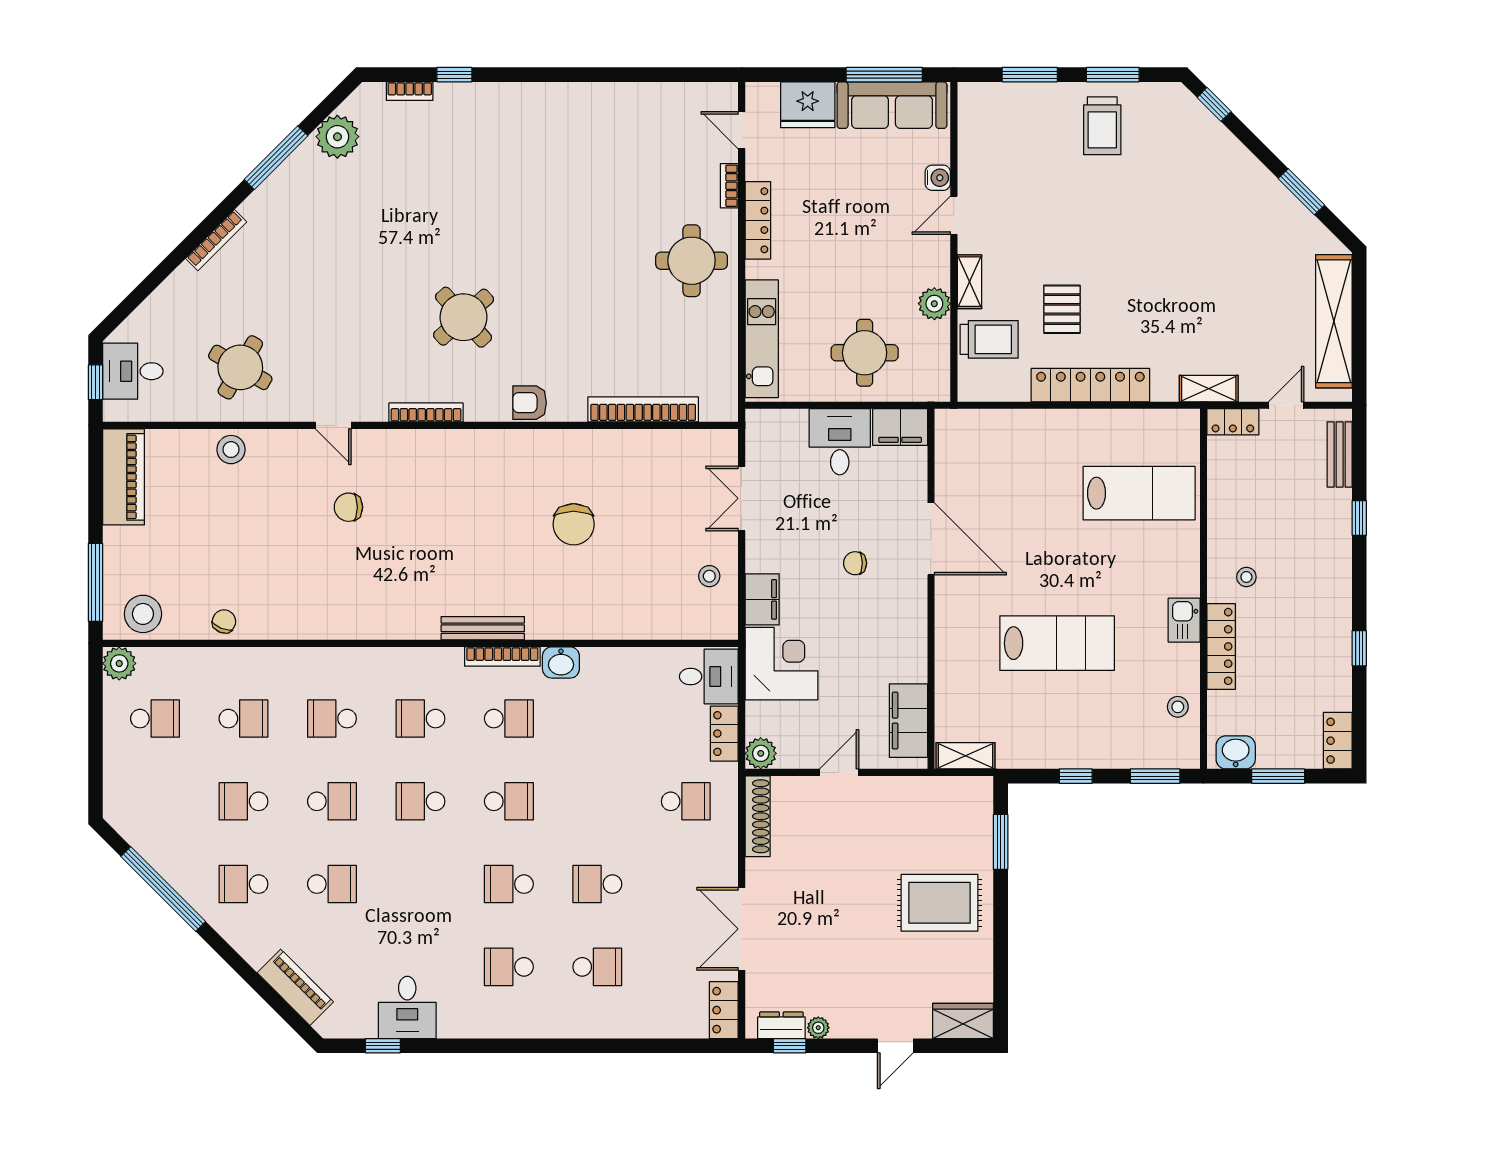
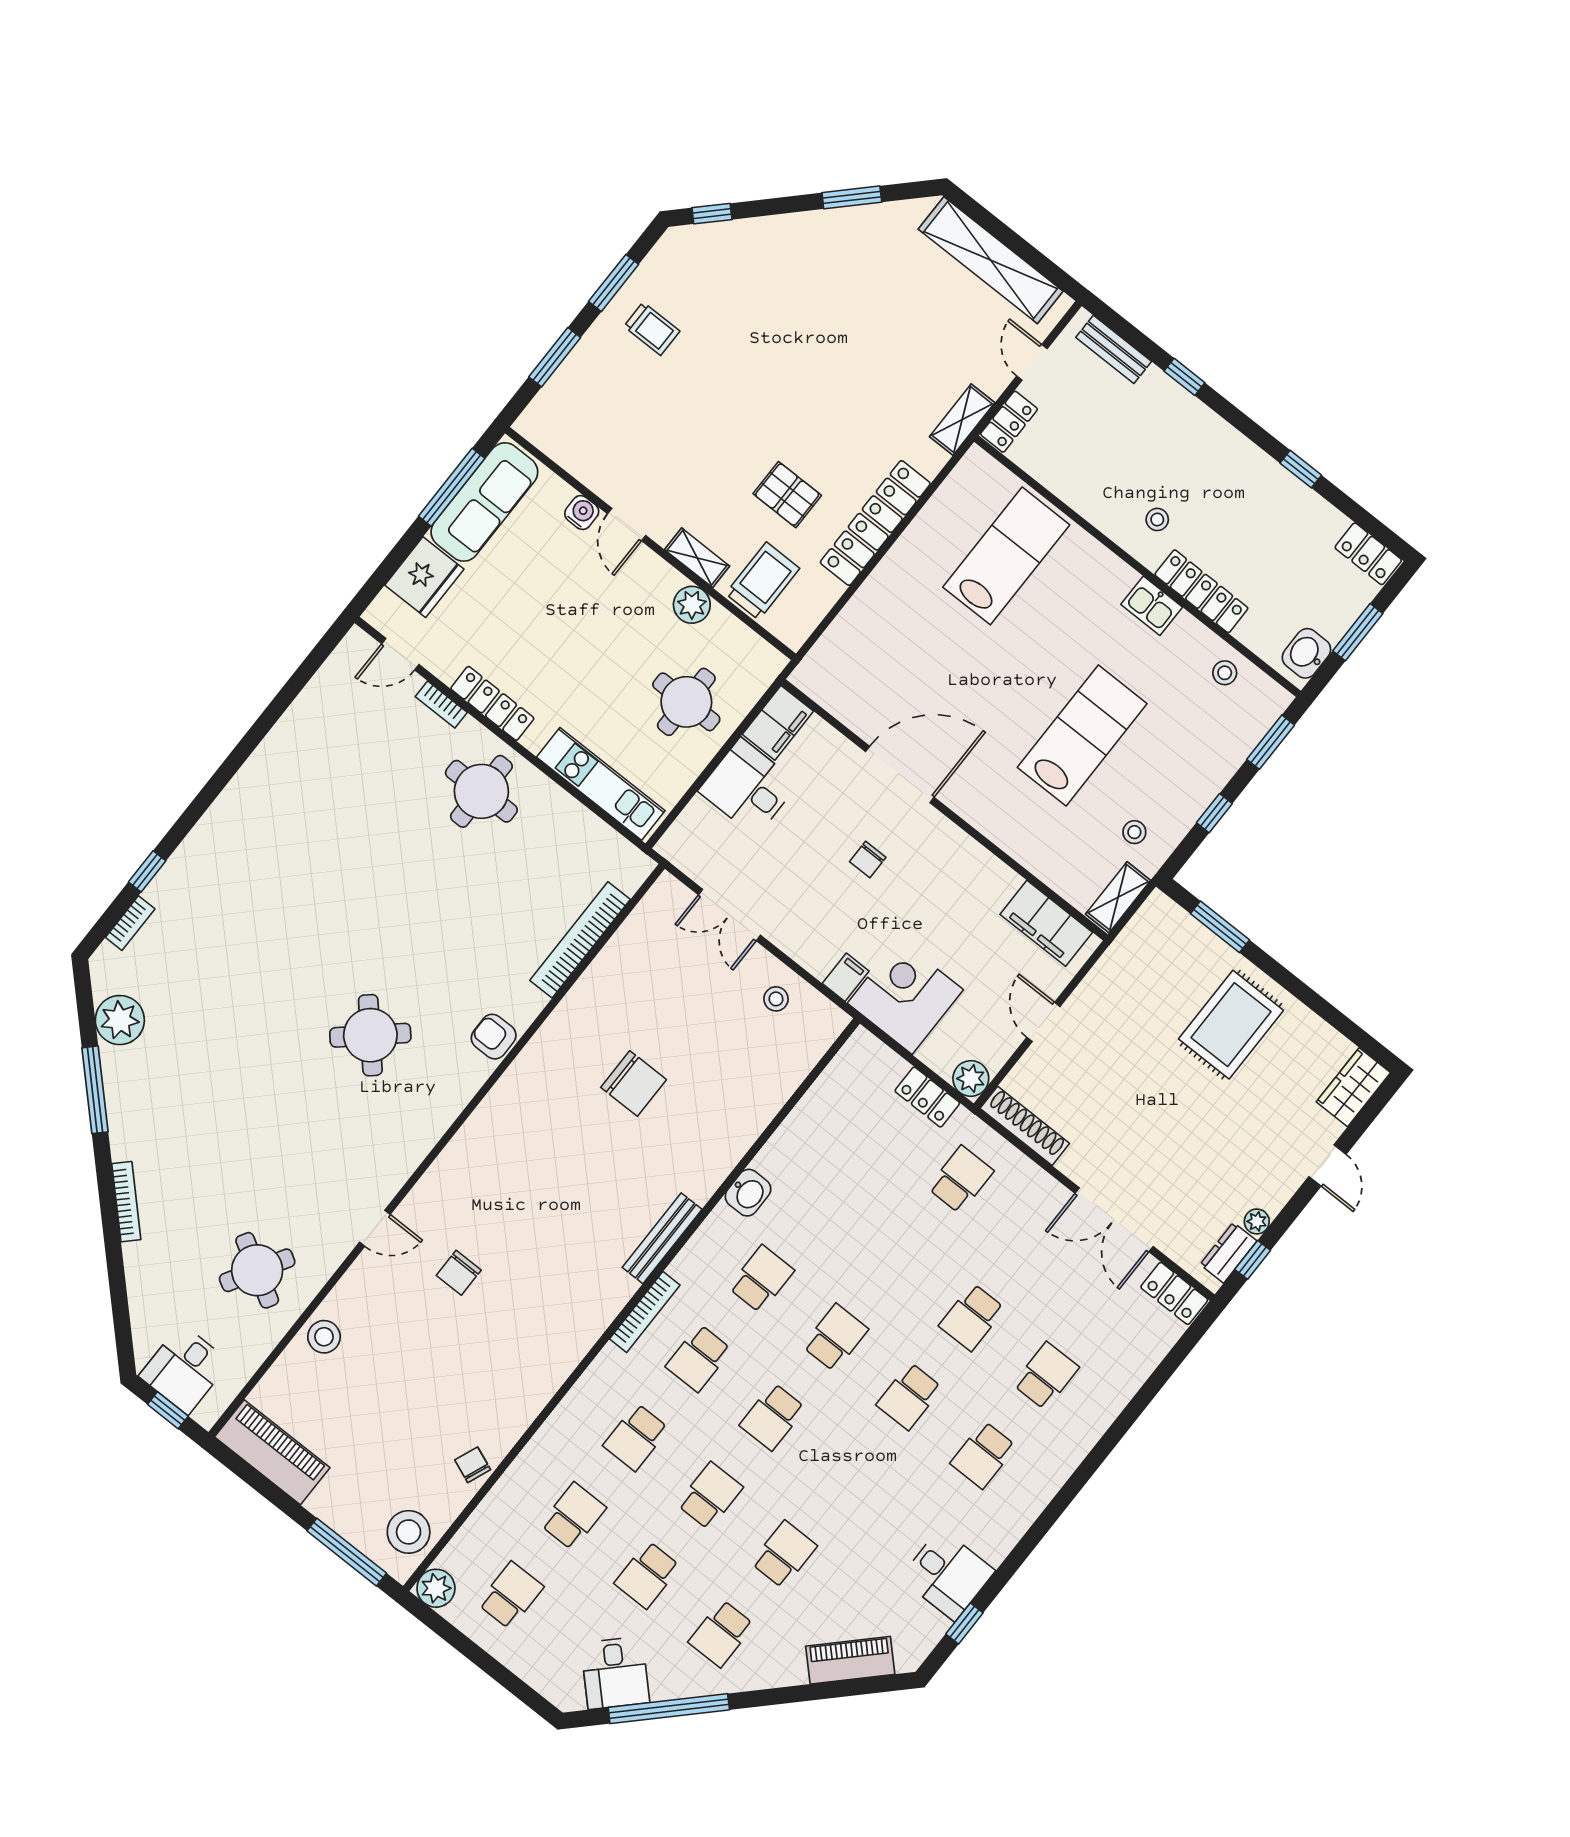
trolley: (1102, 126) -> (652, 329), width x0.73, depth x0.72
armchair: (530, 403) -> (494, 1037), turned 90
bookcase: (426, 412) -> (429, 1136), removed
filing cabinet: (762, 599) -> (846, 977), width x0.50
bookcase: (502, 656) -> (645, 1312), moved
desk: (709, 676) -> (615, 1673), moved, turned 135
stool: (1019, 732) -> (1134, 832), added

